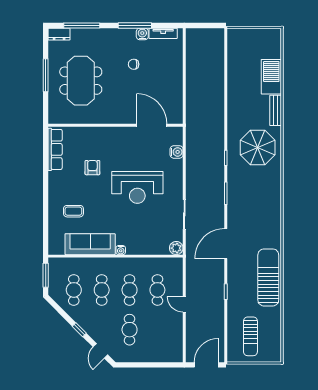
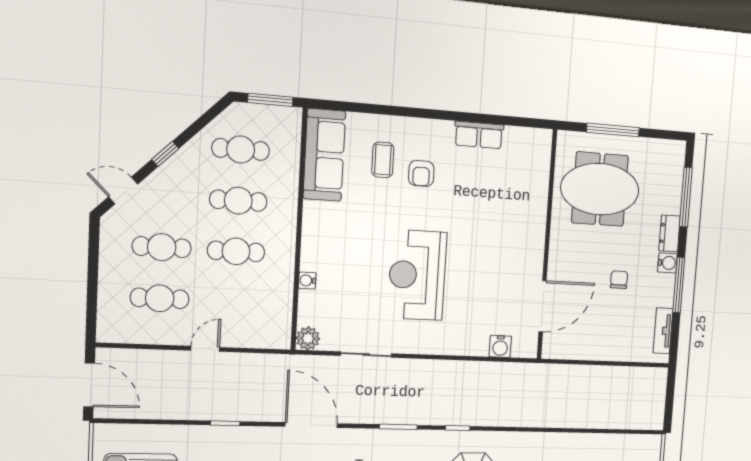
dresser: (59, 34) -> (670, 233), moved
water cooler: (142, 34) -> (667, 263), moved
wall: (116, 125) -> (547, 245), moved
door: (152, 125) -> (543, 306), moved
row of seats: (55, 149) -> (479, 135), width x0.68
water cooler: (177, 152) -> (500, 346), moved
armchair: (92, 168) -> (421, 173), moved, turned 90
sofa: (90, 244) -> (324, 155), moved
water cooler: (121, 250) -> (307, 280), moved
cafe table: (157, 290) -> (160, 298), moved

